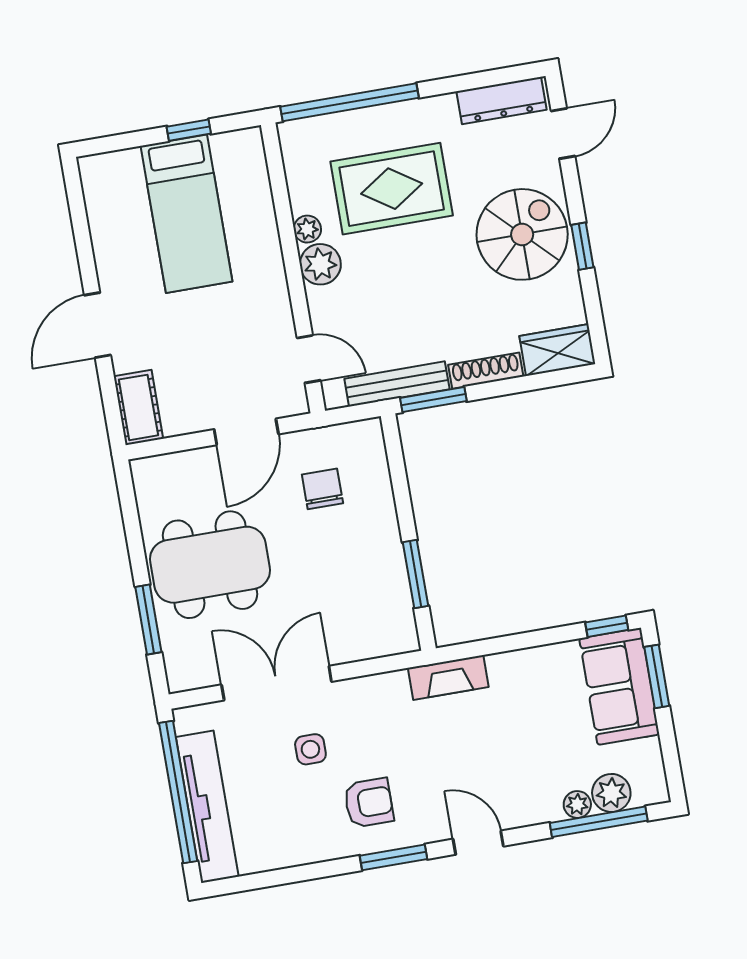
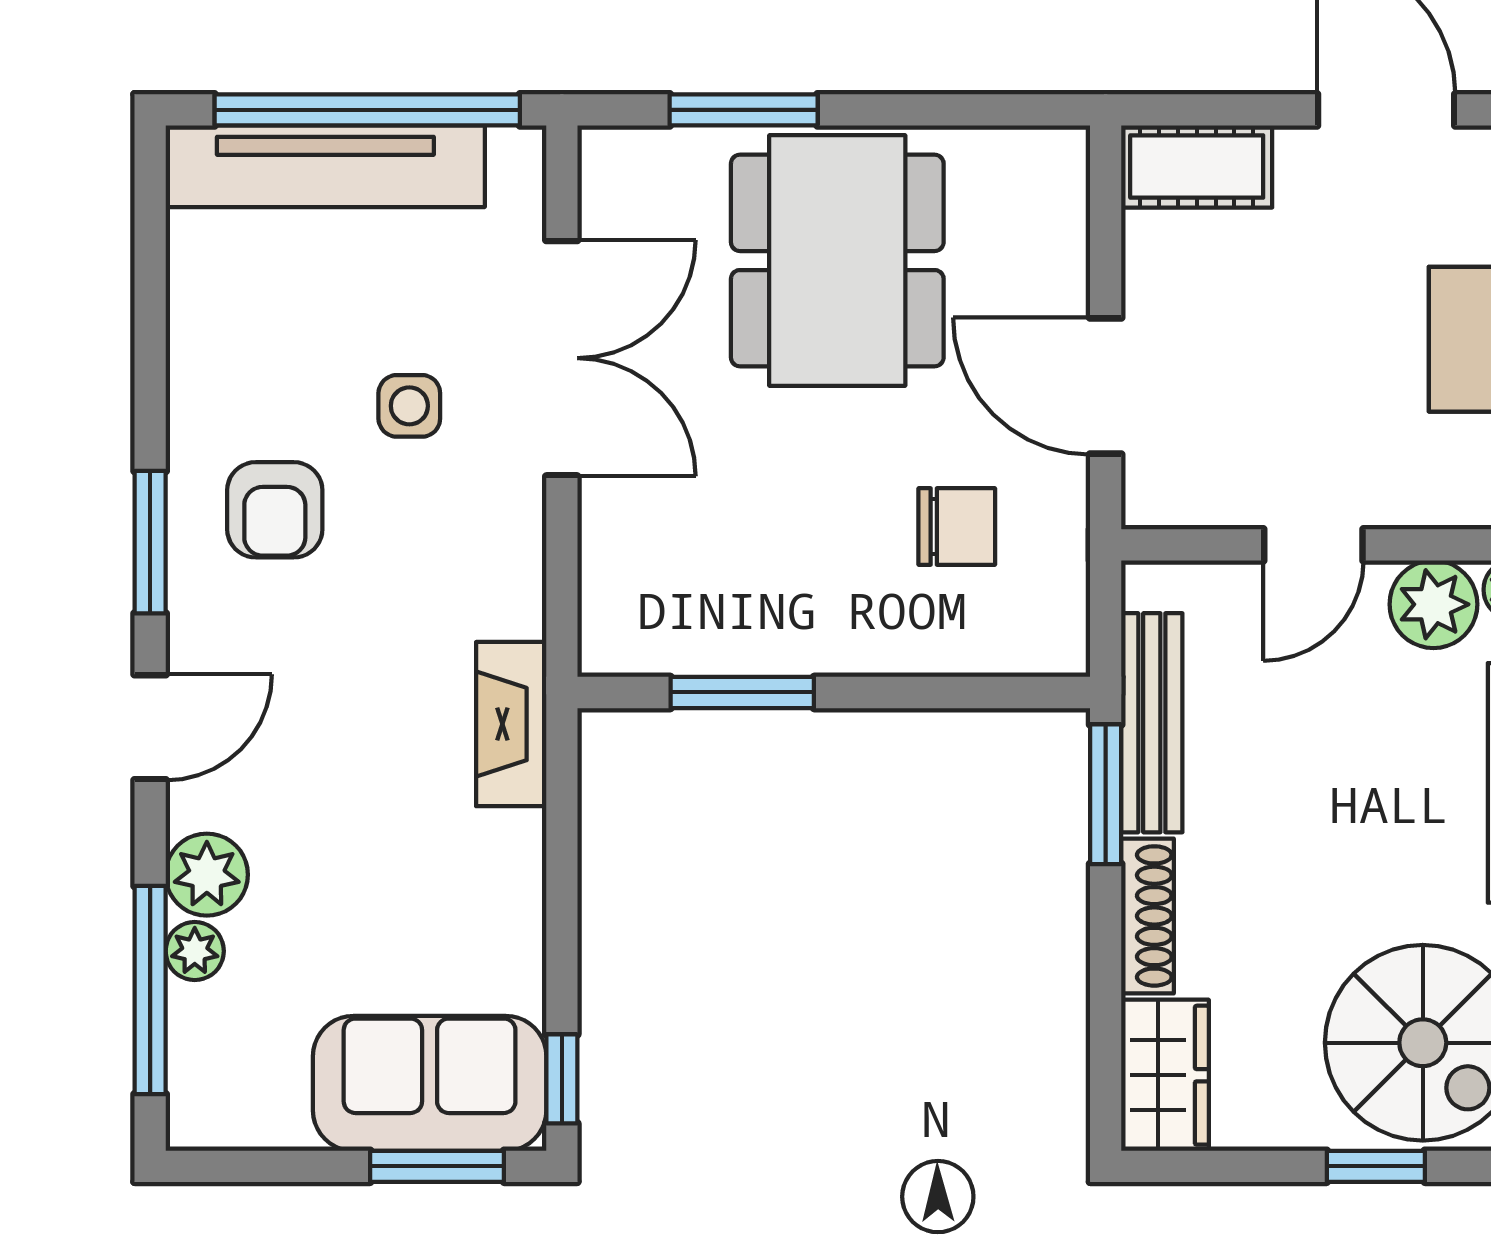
door: (309, 359) -> (1313, 545), moved
plant: (611, 793) -> (207, 875), moved

